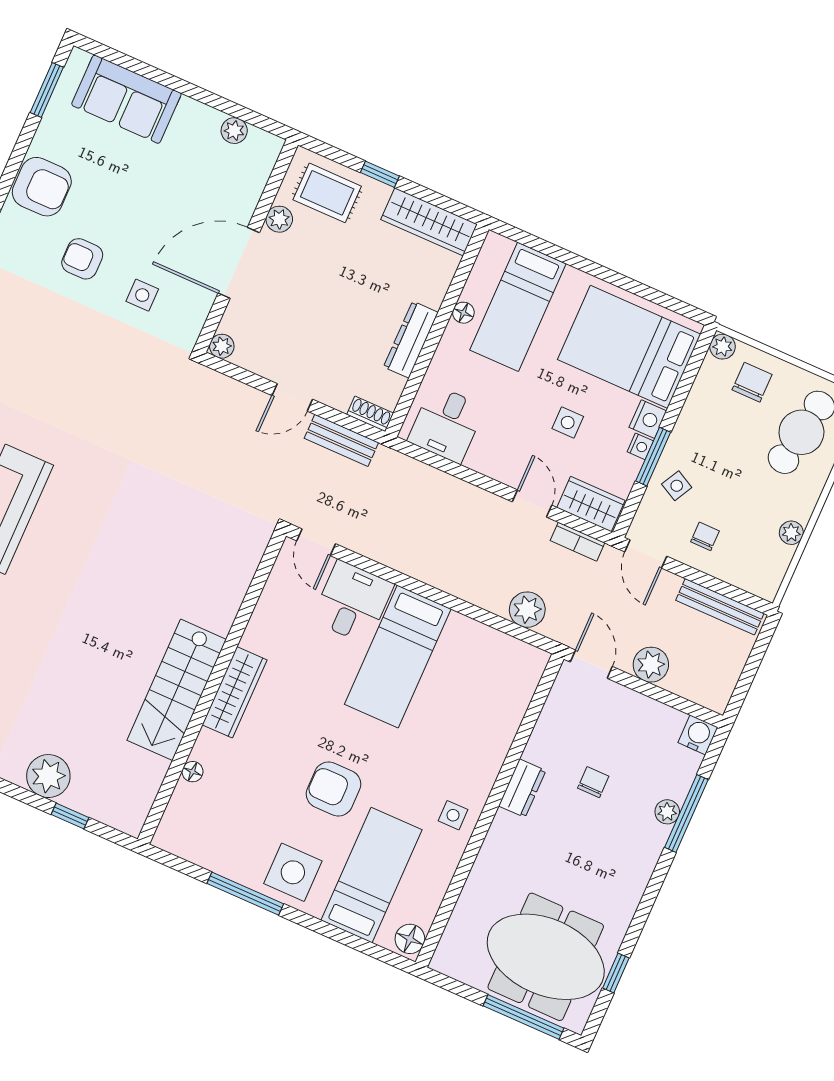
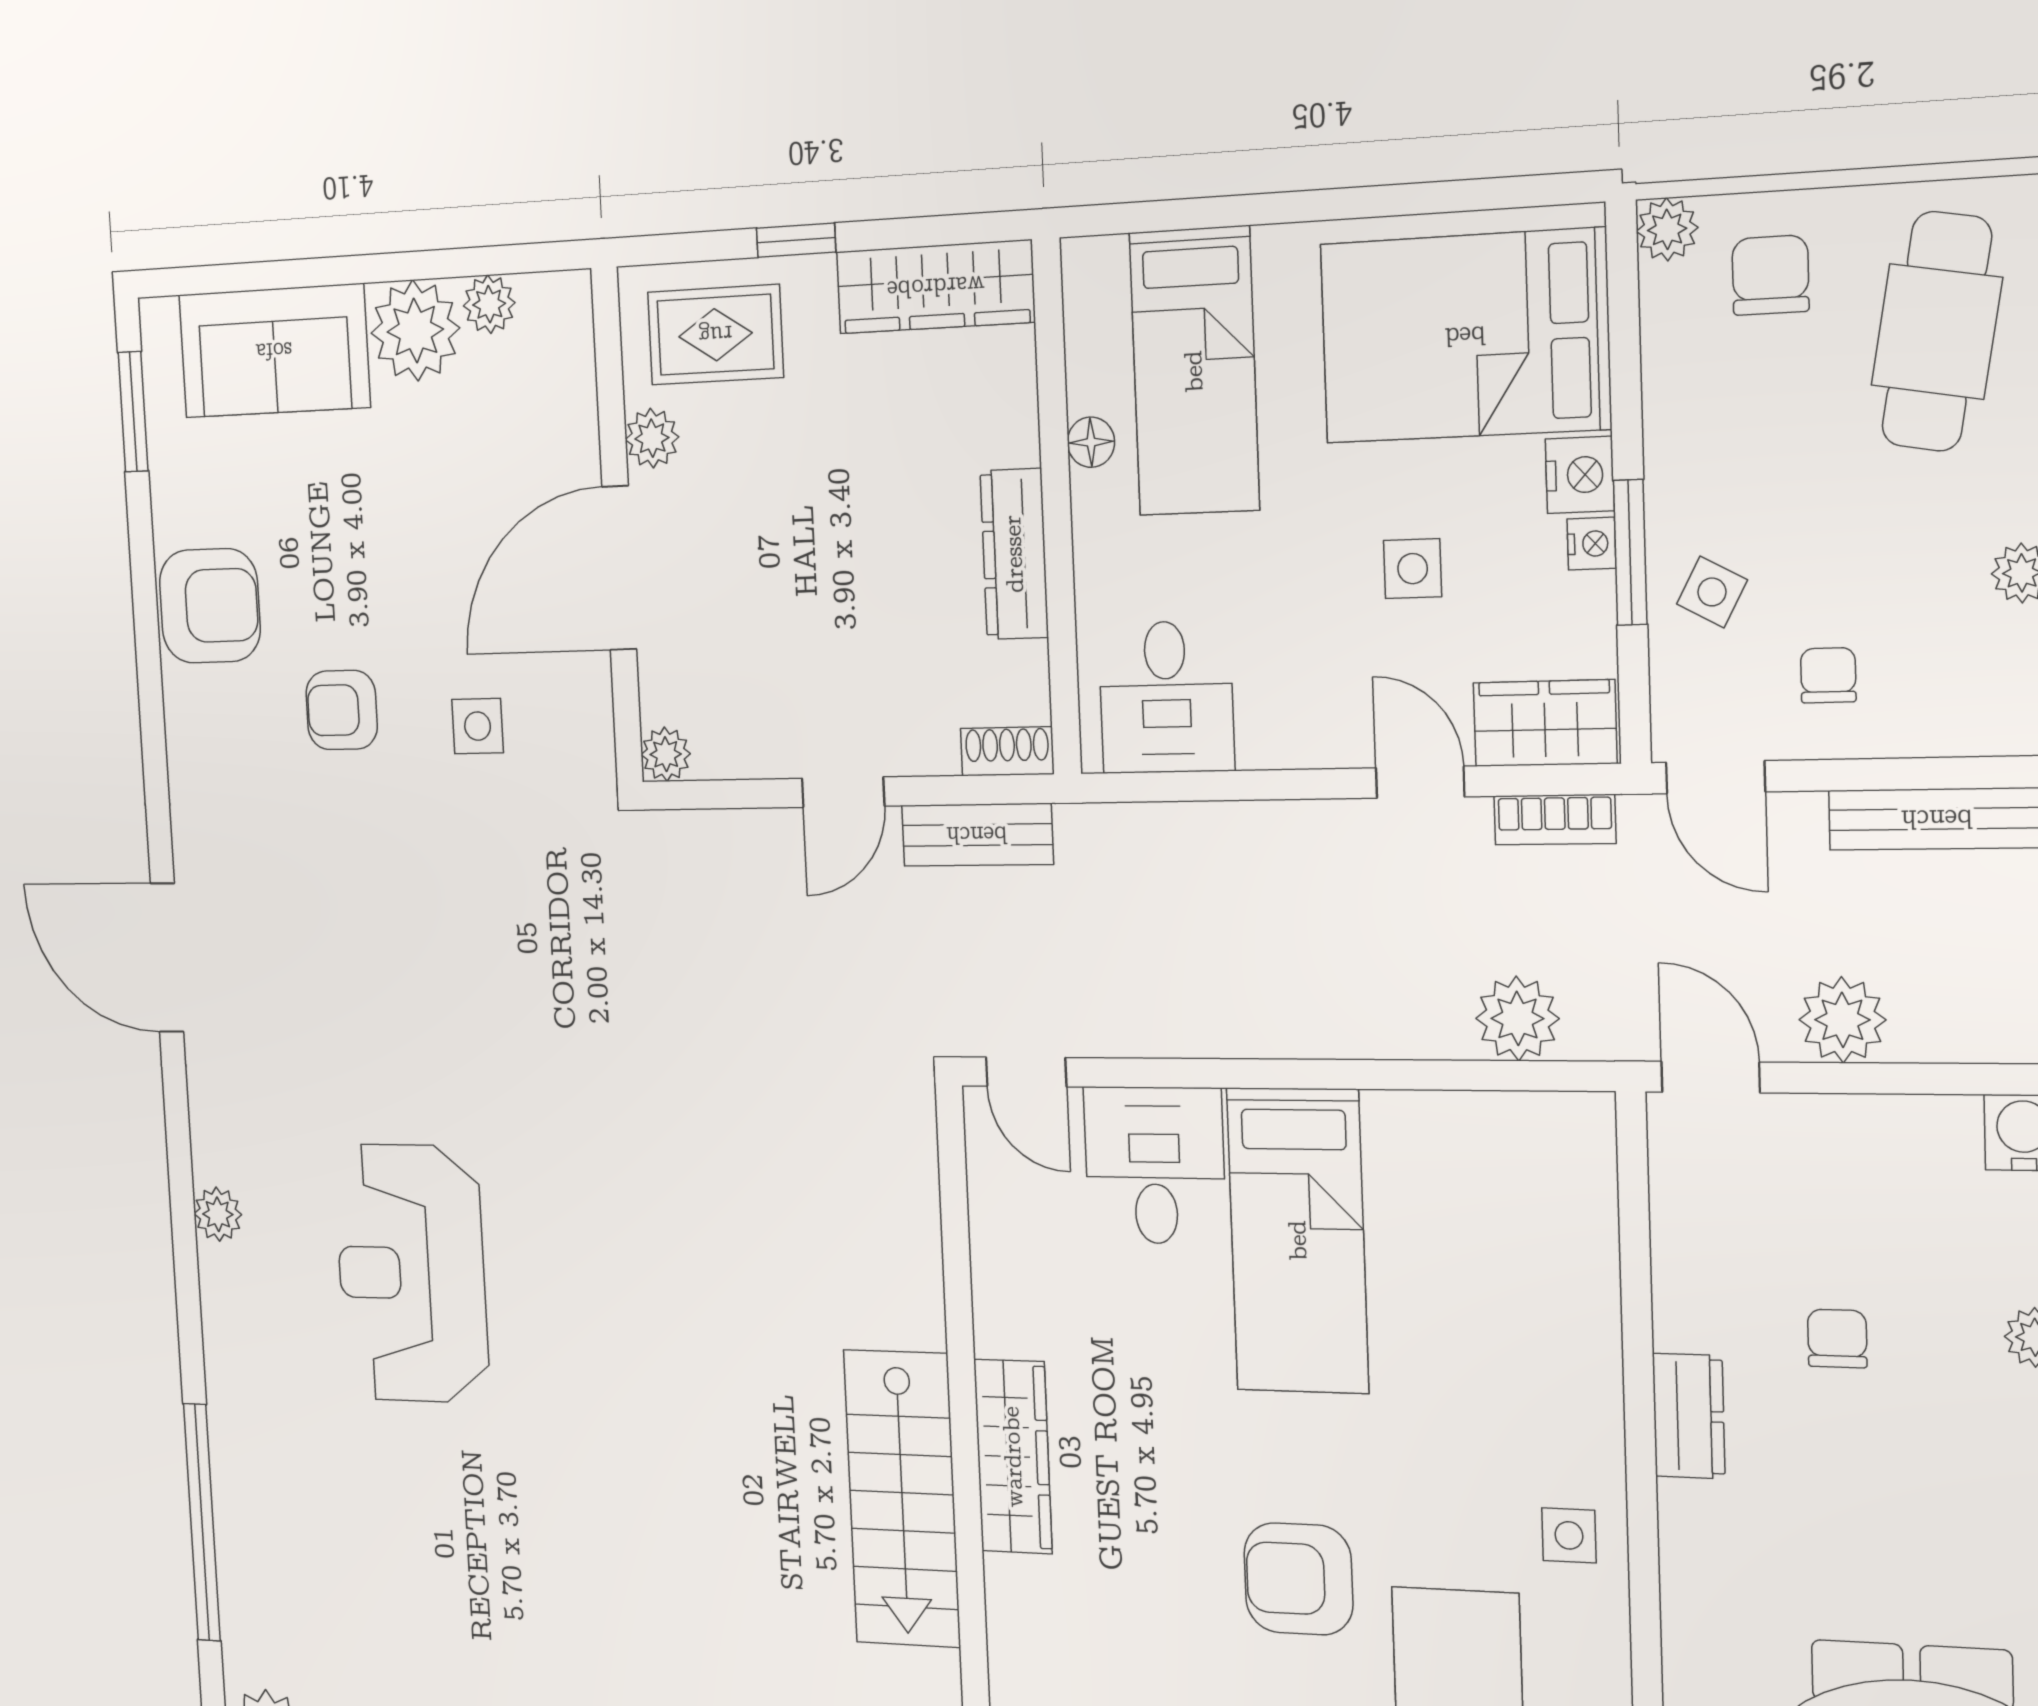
plant: (196, 124) -> (415, 330), added
floor lamp: (192, 772) -> (1008, 1656), removed

